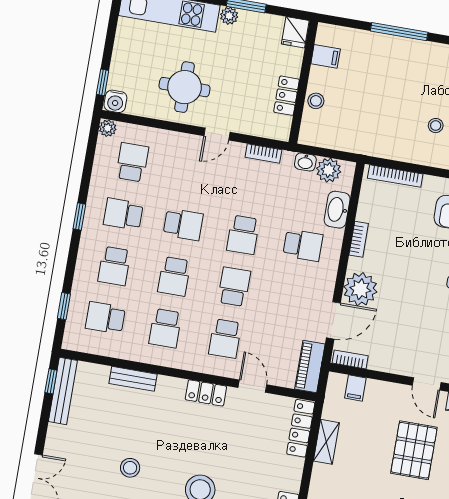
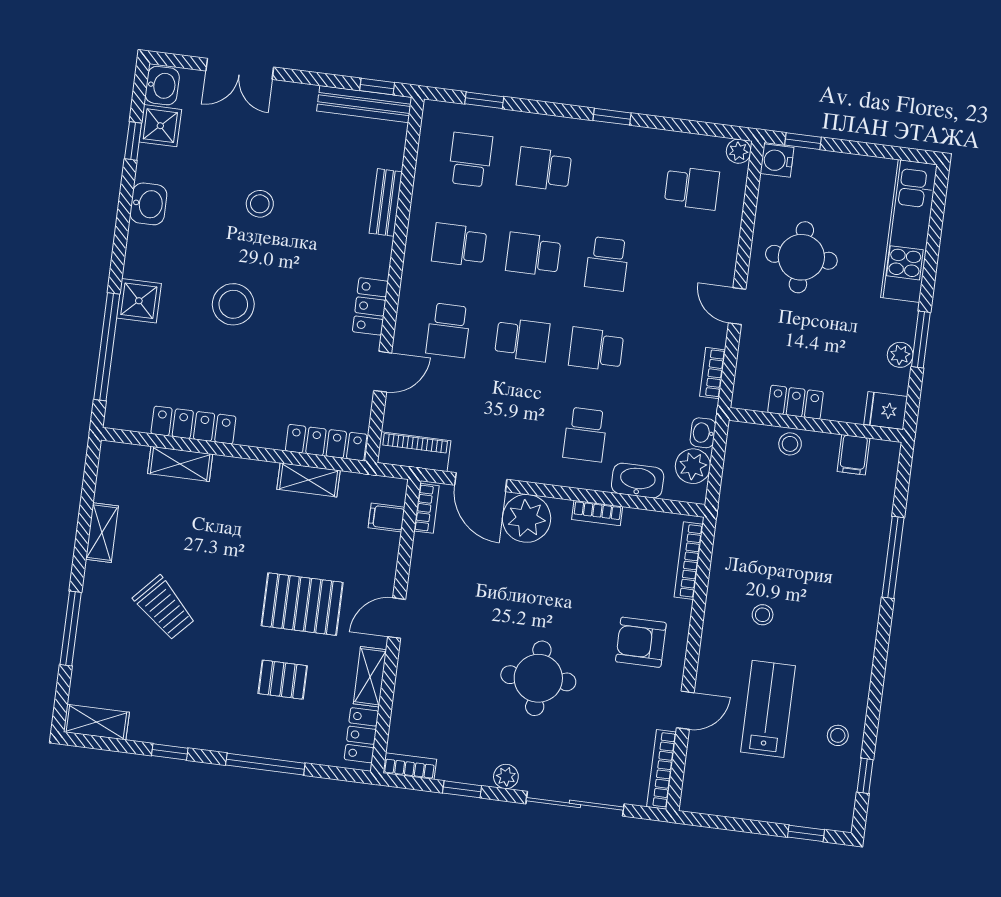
plant: (229, 16) -> (900, 355), moved
school desk: (123, 214) -> (618, 179), removed
school desk: (225, 339) -> (448, 330), turned -90

